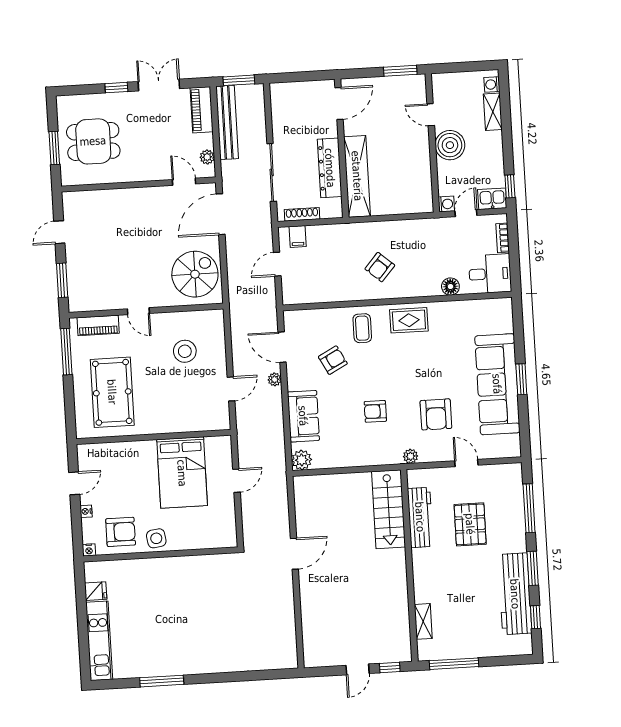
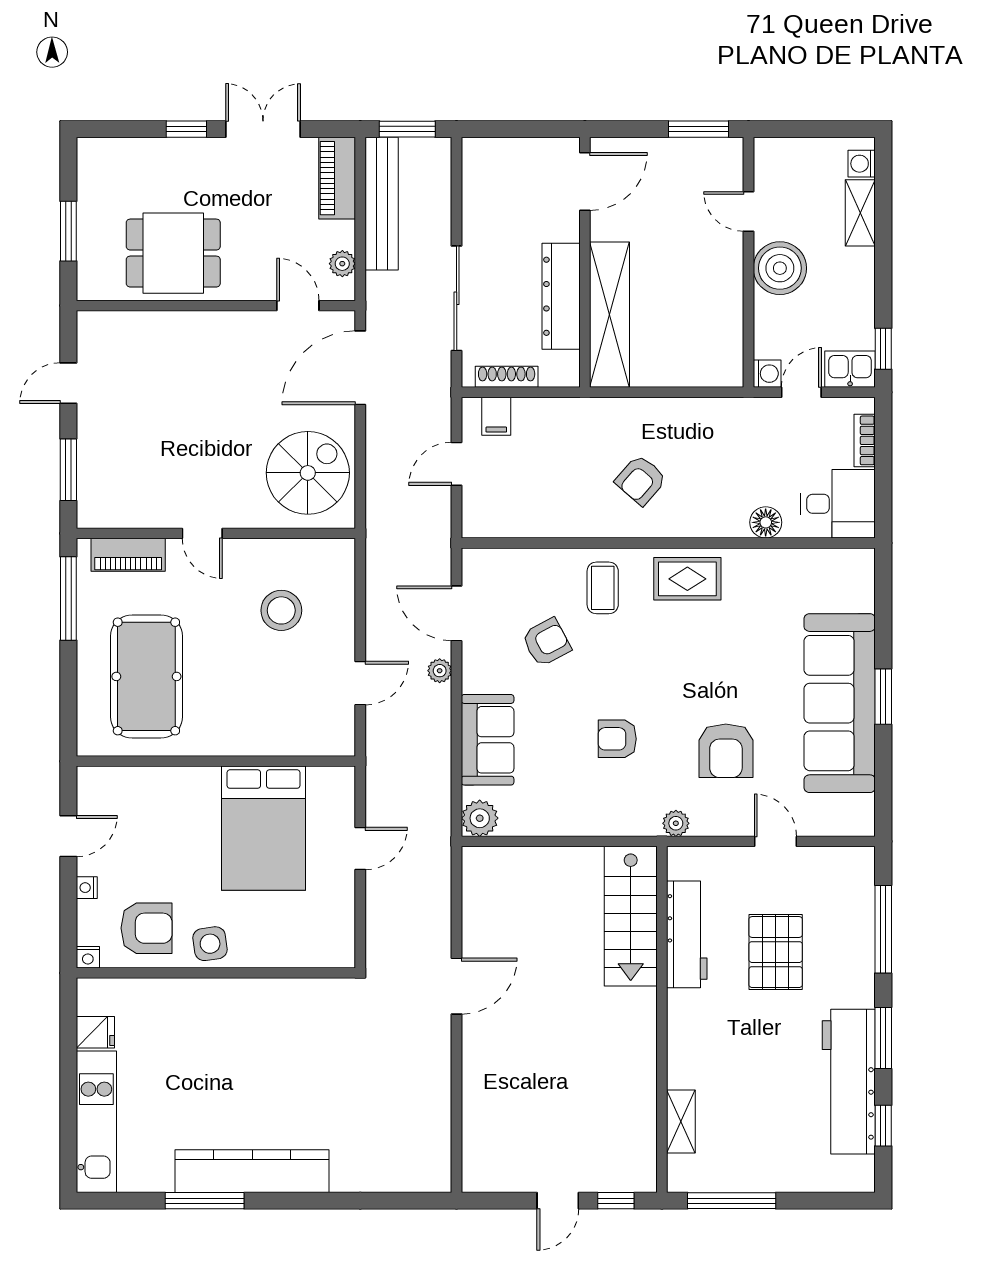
dining table: (93, 141) -> (173, 253), moved
kitchen counter: (187, 663) -> (252, 1171), added

